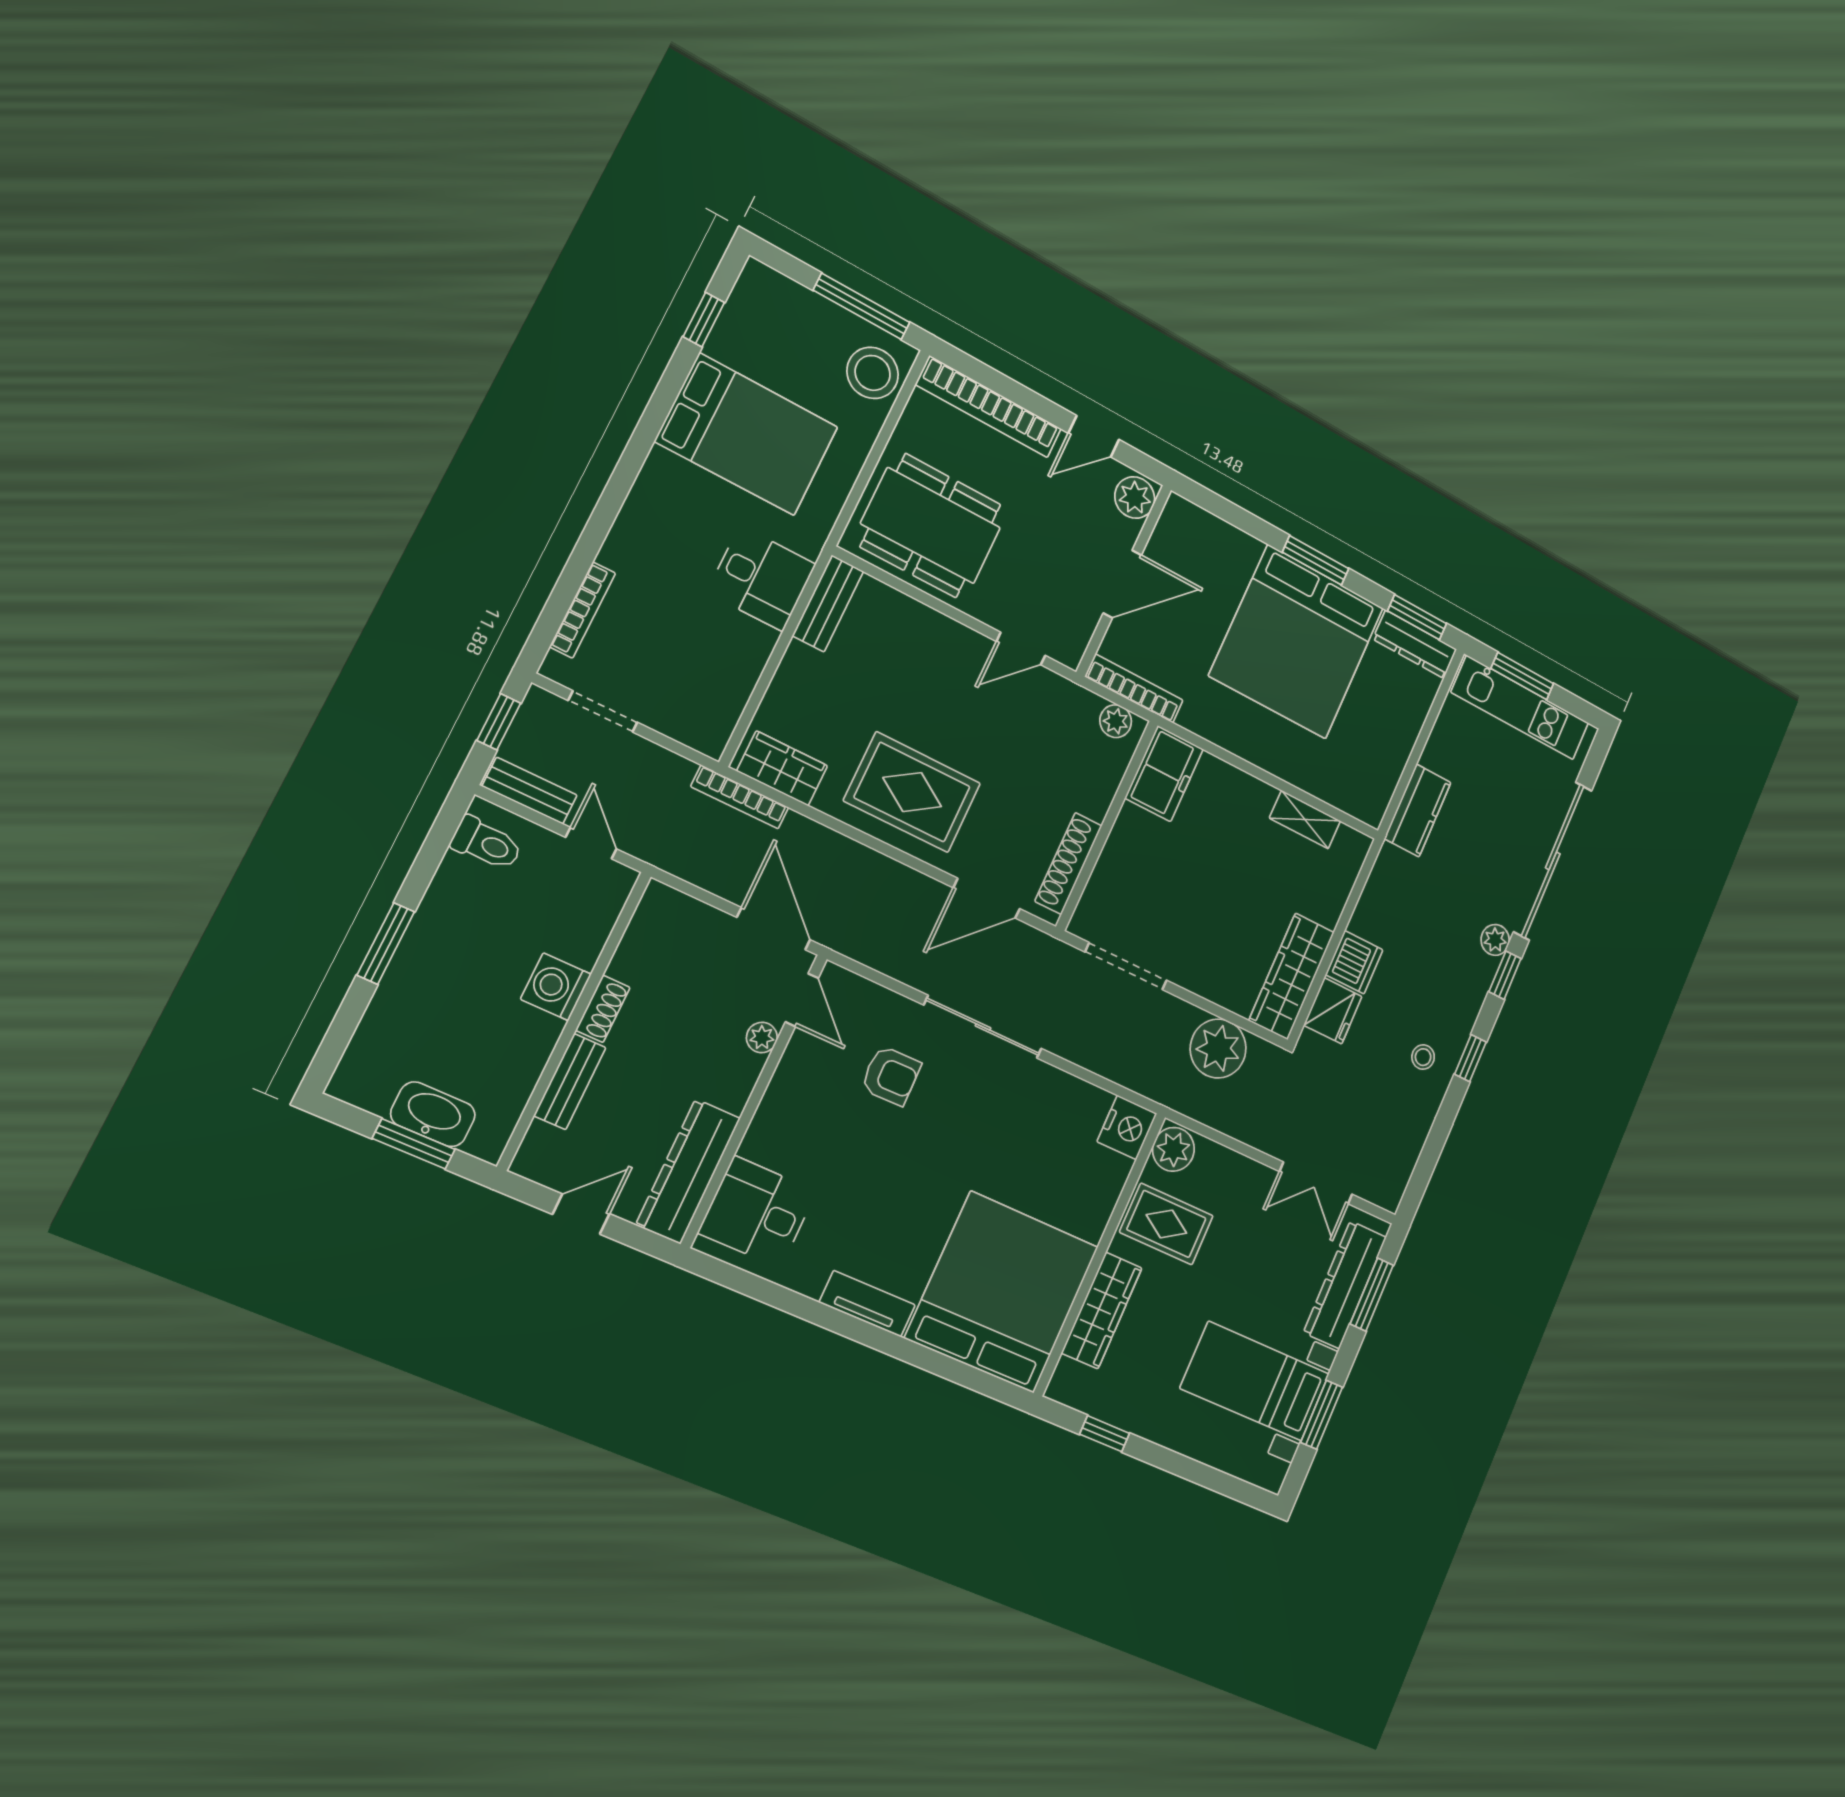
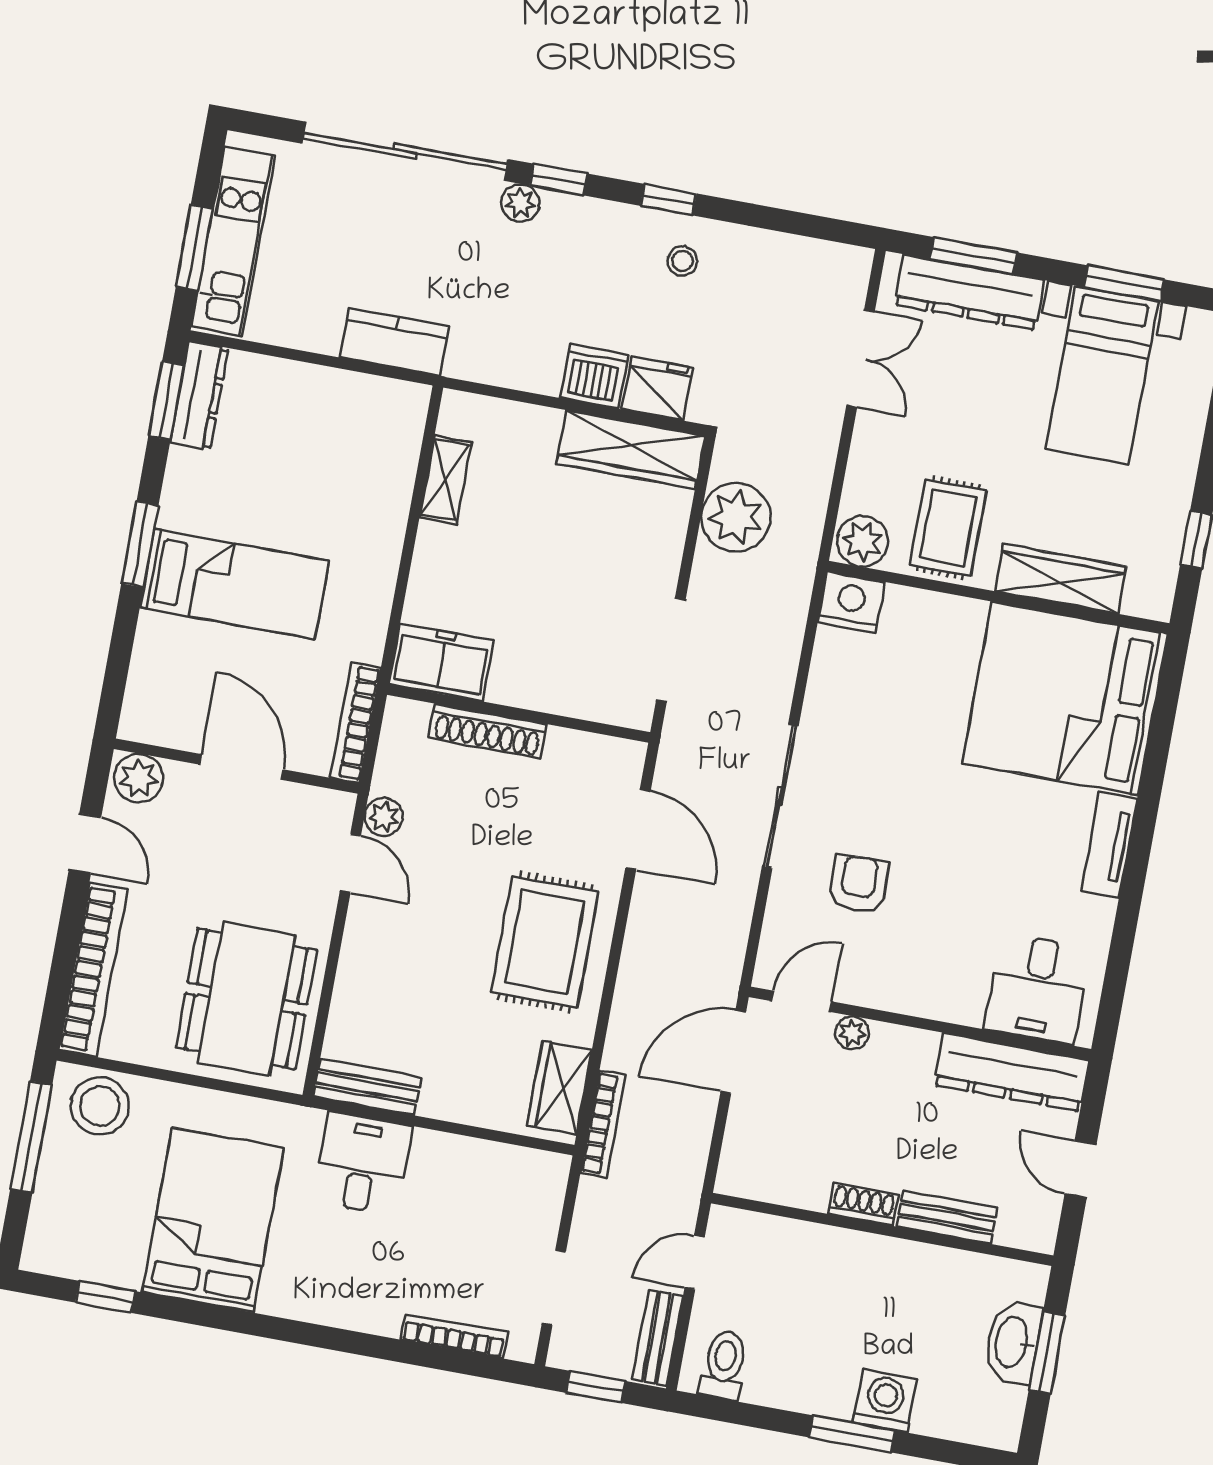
bed: (1297, 642) -> (234, 584), width x0.49
plant: (1116, 721) -> (384, 817), moved
shoe rack: (1068, 863) -> (488, 731), moved
washing machine: (556, 987) -> (885, 1401), moved, turned 180

